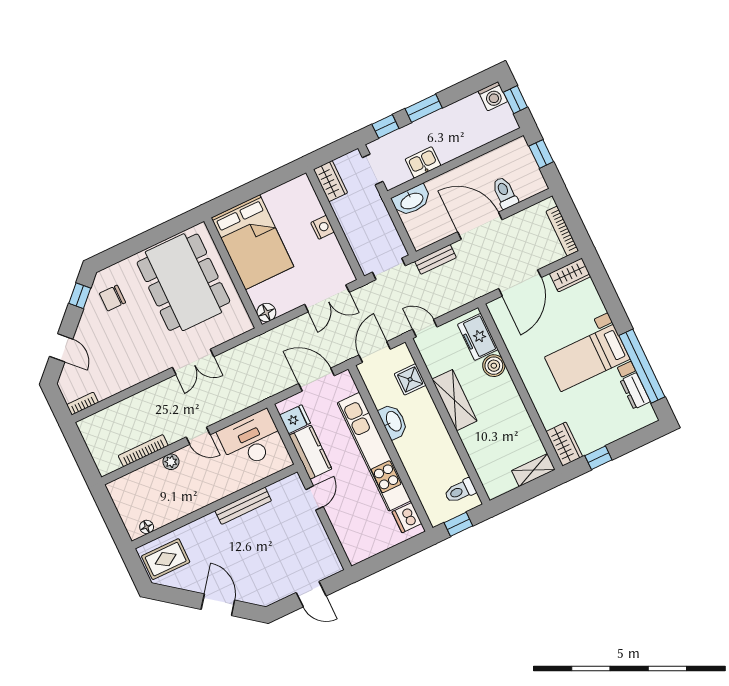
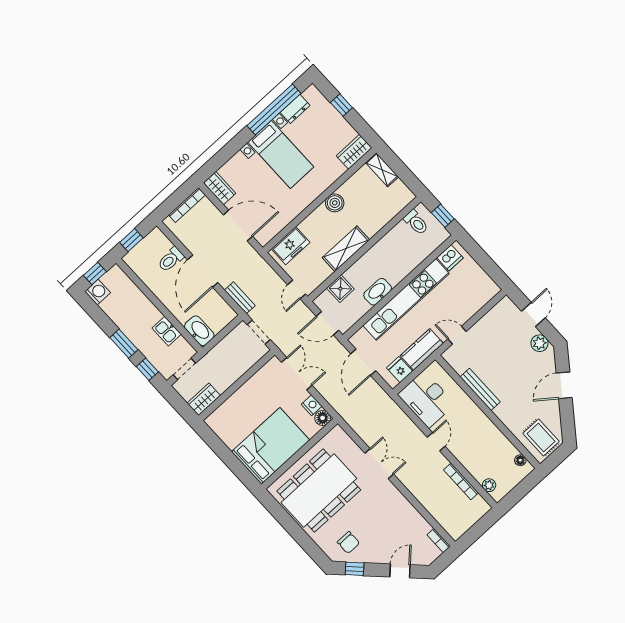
nightstand: (323, 227) -> (312, 405), moved, turned 90
boiler: (494, 366) -> (335, 203), moved
window: (598, 458) -> (341, 105), moved
plant: (171, 462) -> (489, 485), moved
plant: (276, 591) -> (540, 343), added

